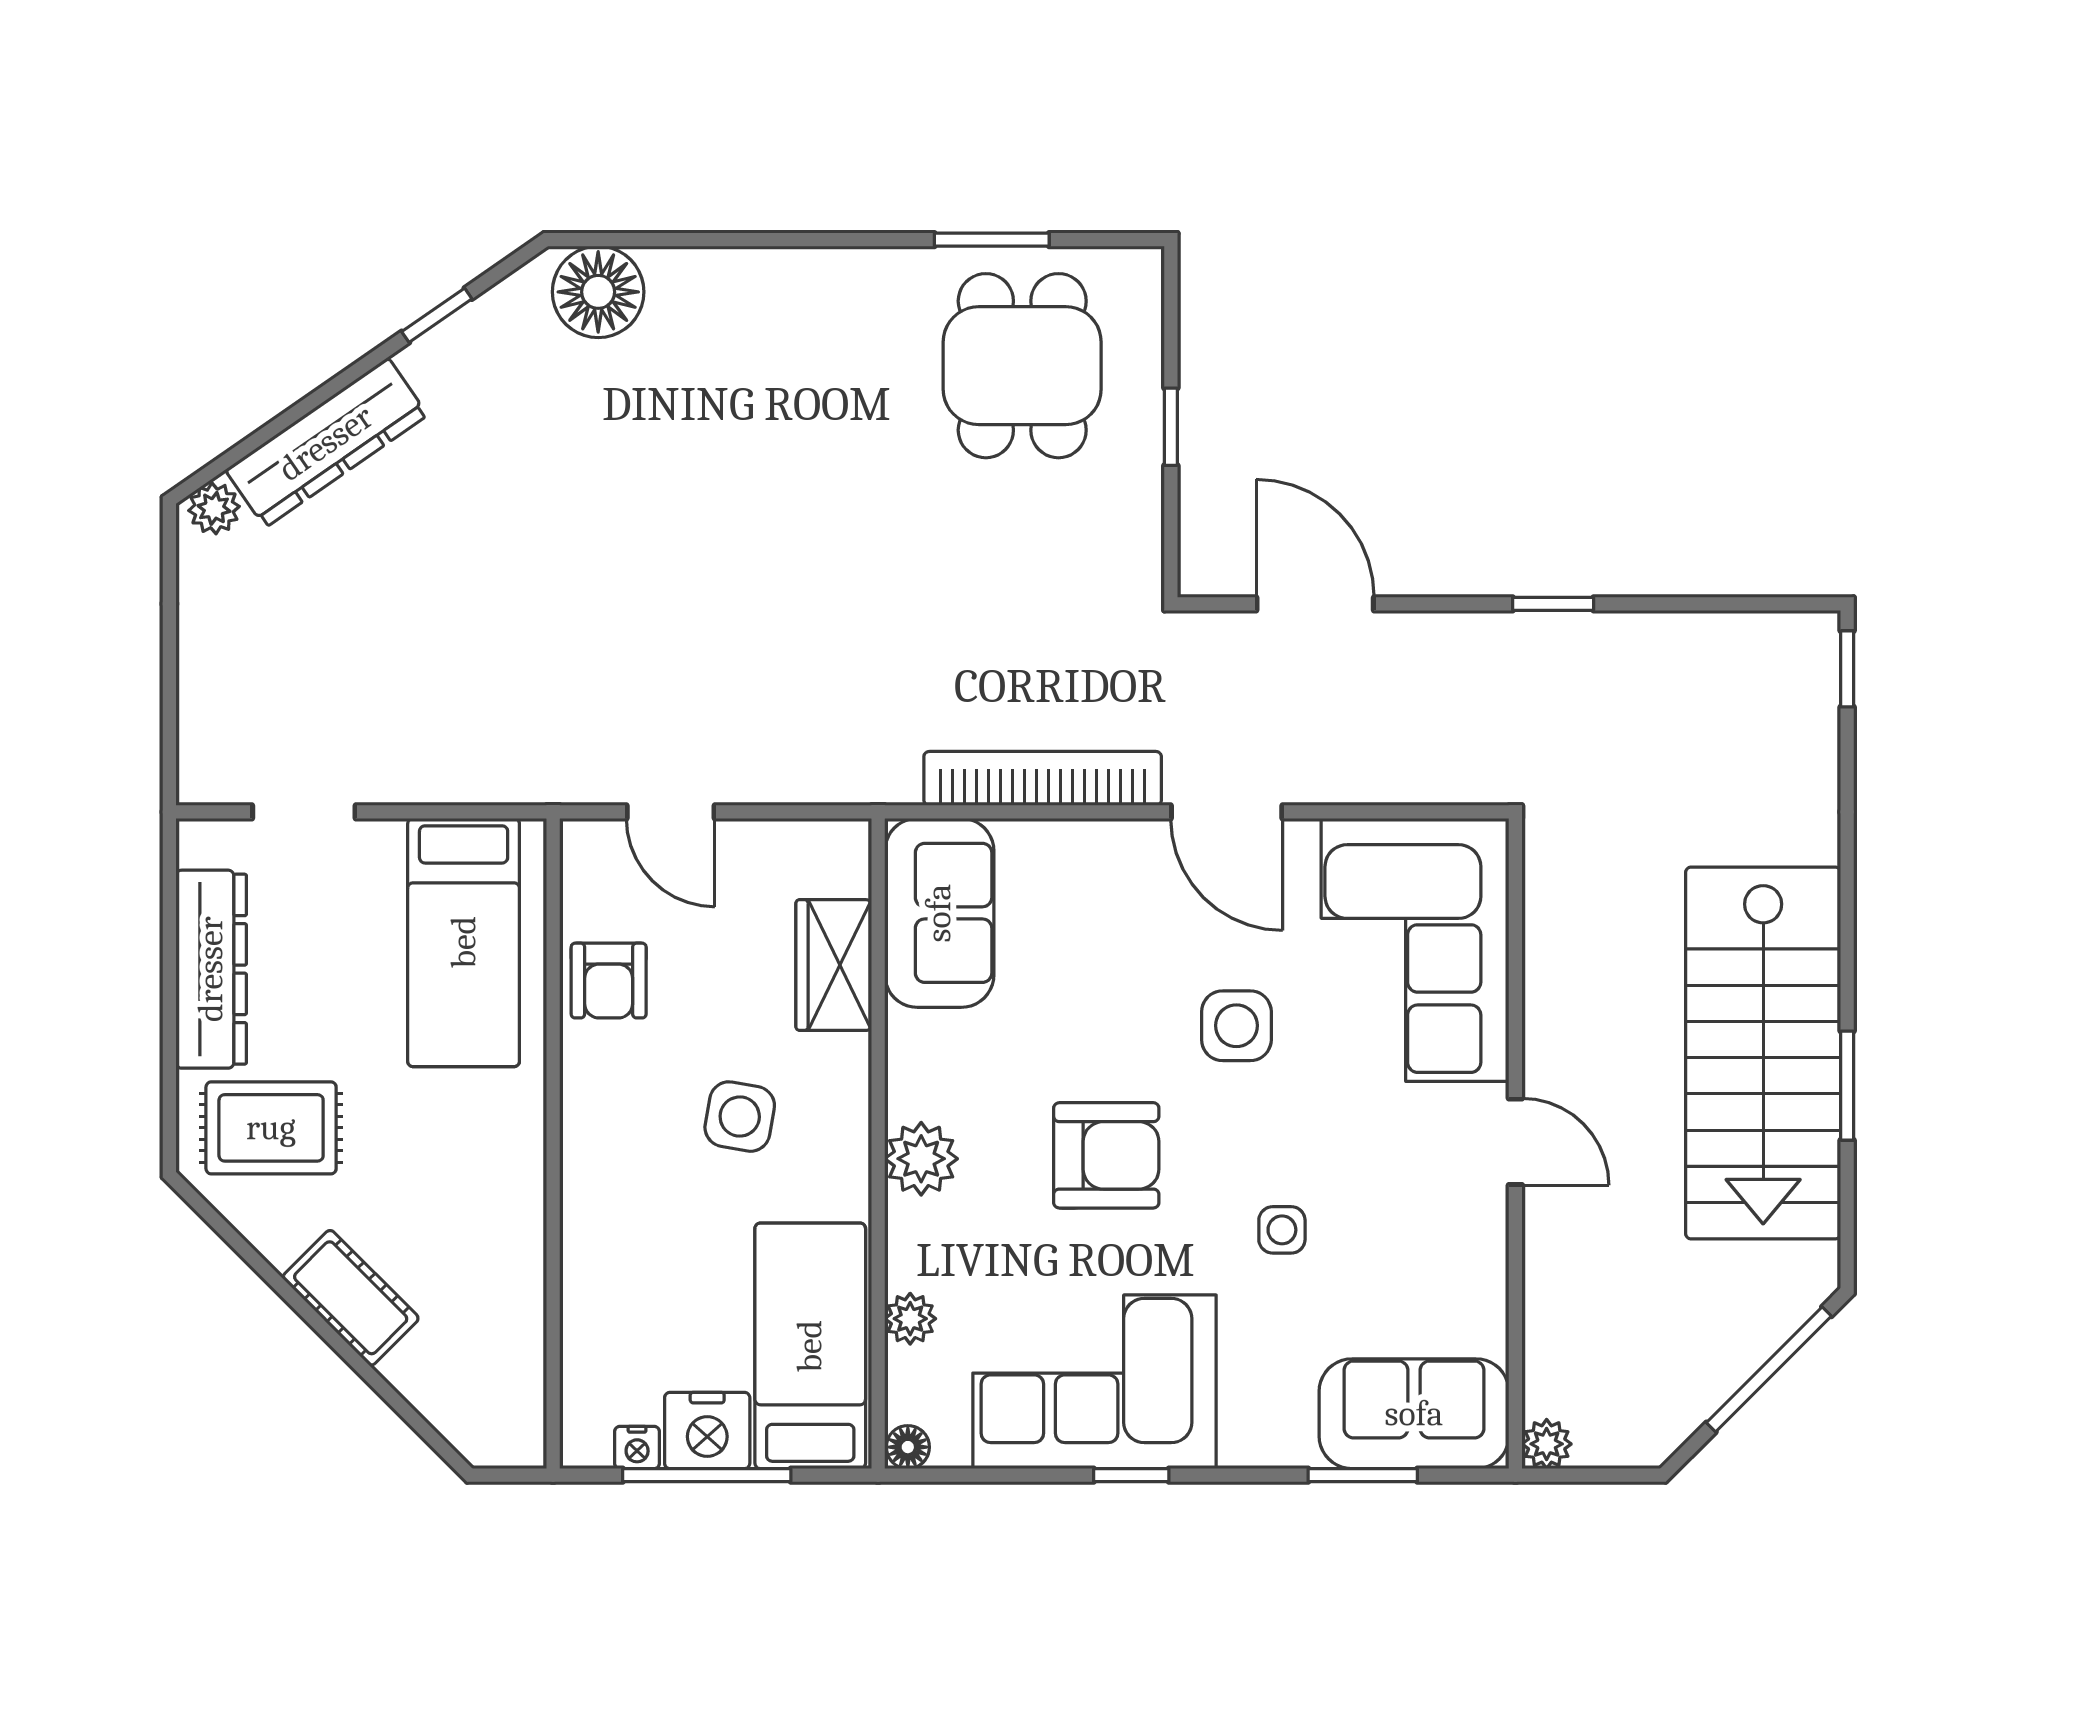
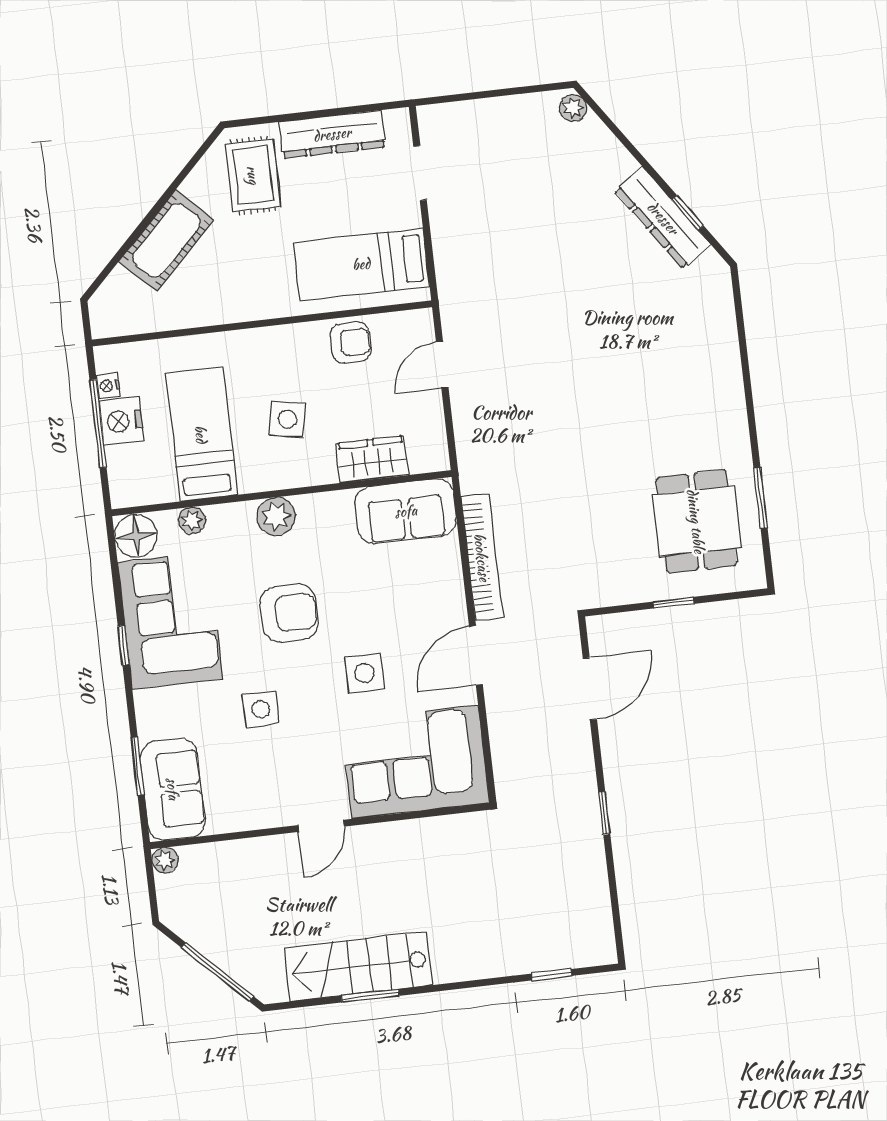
floor lamp: (598, 292) -> (709, 295), removed
dining table: (1022, 366) -> (696, 521), turned 90
dresser: (326, 443) -> (663, 218), moved
window: (1847, 669) -> (551, 975), moved
armchair: (609, 981) -> (350, 343), turned 180
stairs: (1763, 1053) -> (358, 966), width x0.73, depth x0.66
armchair: (1106, 1155) -> (289, 613), turned -90
side table: (1282, 1230) -> (261, 709), width x1.37, depth x1.37
cot: (351, 1298) -> (166, 240), width x1.37, depth x1.34
bed: (810, 1346) -> (201, 434), moved, turned -90
floor lamp: (908, 1447) -> (136, 536), width x1.89, depth x1.89

